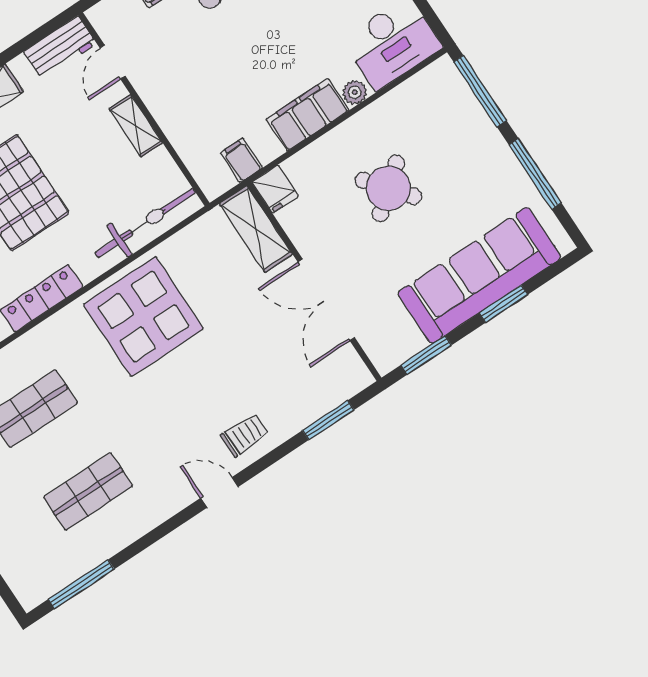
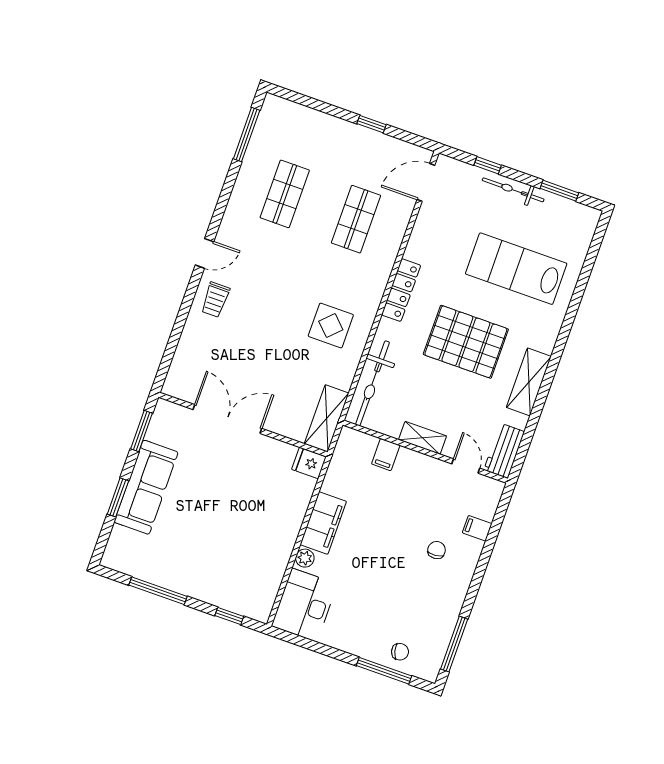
window: (480, 91) -> (229, 616), width x0.46
filing cabinet: (242, 160) -> (386, 455), moved, turned 90
round table: (388, 188) -> (241, 515), removed
shelving: (256, 229) -> (327, 418), moved, turned 90
sofa: (479, 275) -> (146, 487), width x0.74, depth x0.79
display table: (143, 317) -> (331, 325), width x0.54, depth x0.54
window: (328, 420) -> (171, 347), removed

